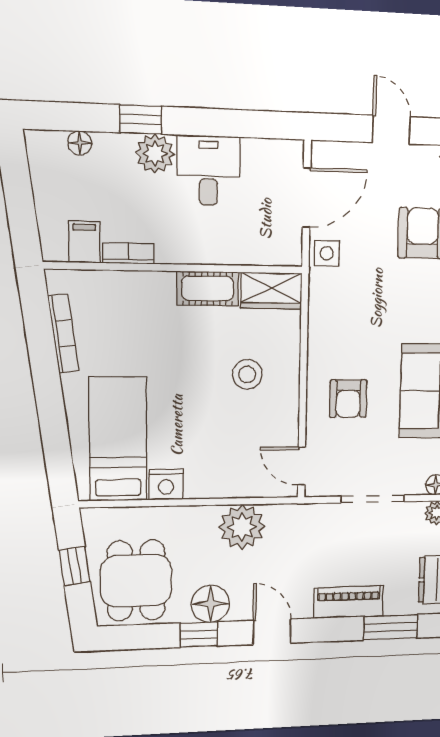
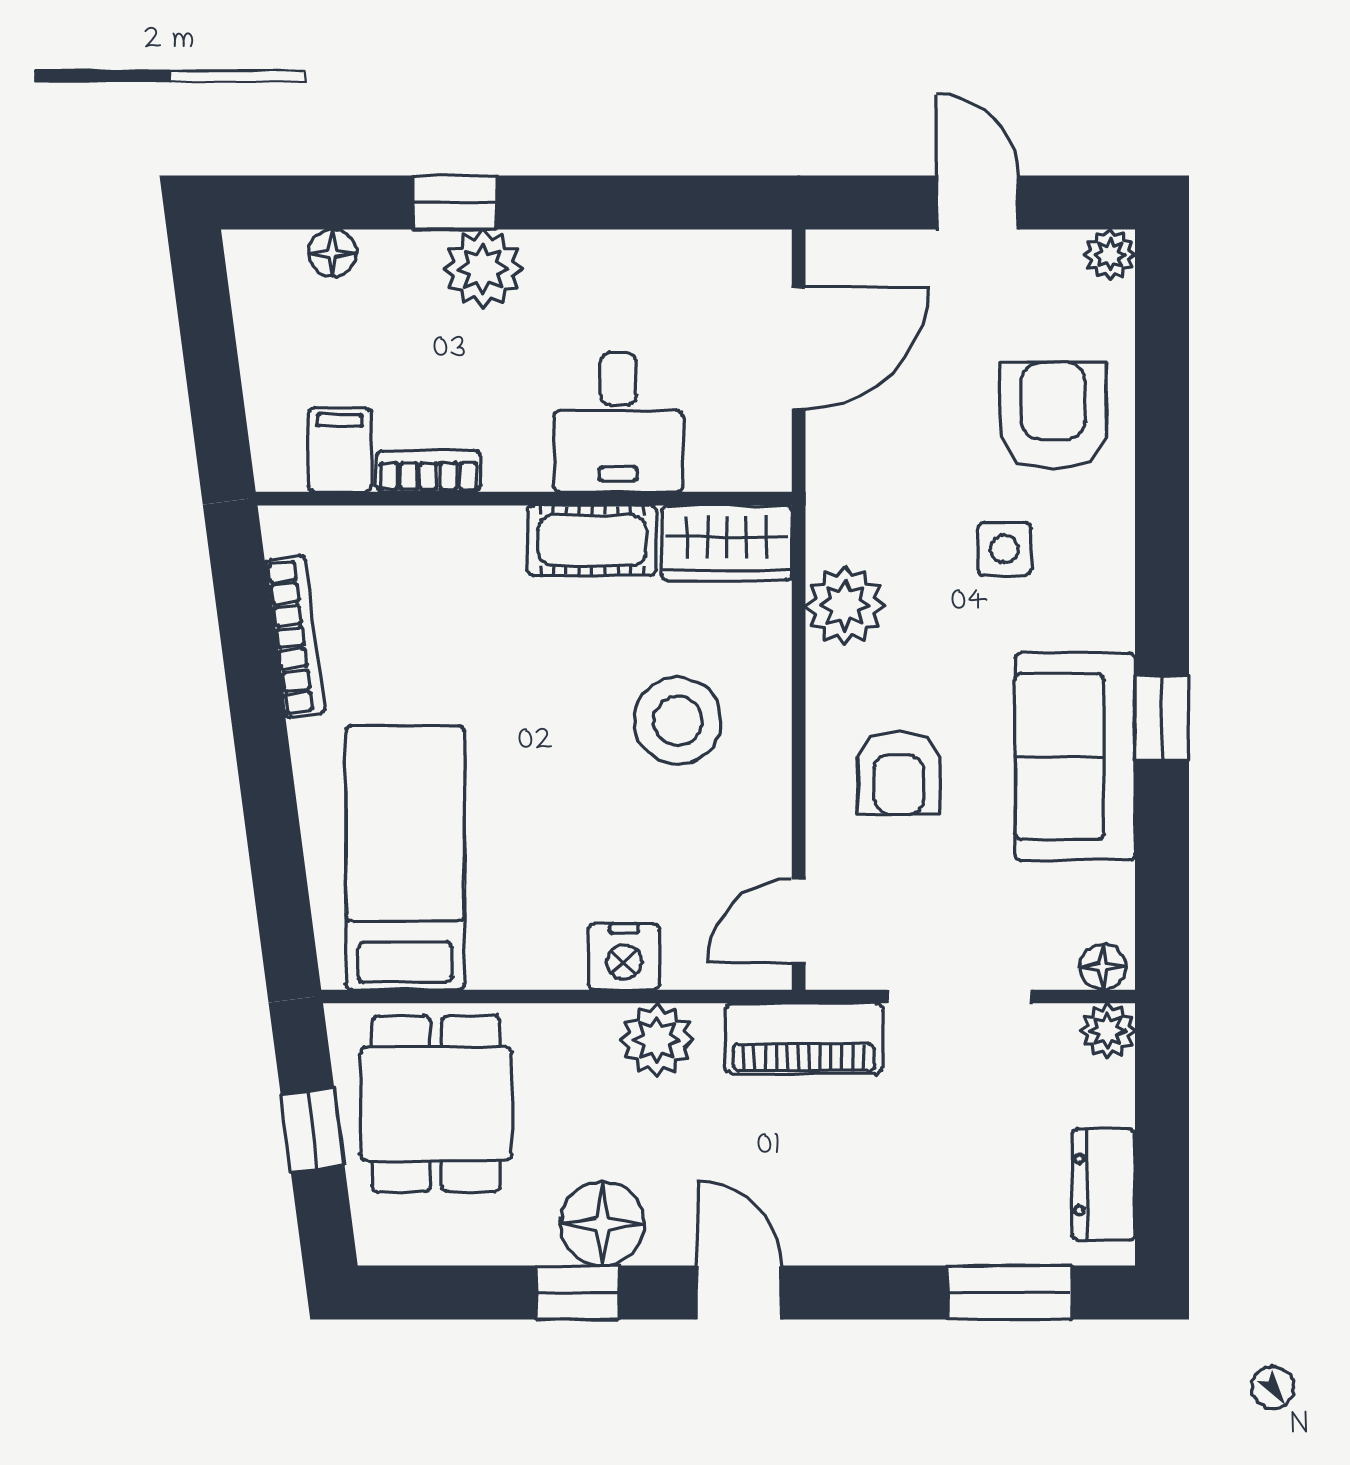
desk: (208, 171) -> (618, 422), moved, turned 180
side table: (327, 253) -> (1004, 549), moved
plant: (325, 321) -> (845, 606), added
stool: (247, 374) -> (678, 721), width x1.38, depth x1.38
door: (302, 466) -> (799, 921), hinge flipped
nightstand: (166, 485) -> (624, 957), moved
plant: (242, 527) -> (656, 1040), width x0.73, depth x0.73
dining table: (136, 581) -> (436, 1104), moved
piano: (349, 602) -> (804, 1038), moved, turned 180

